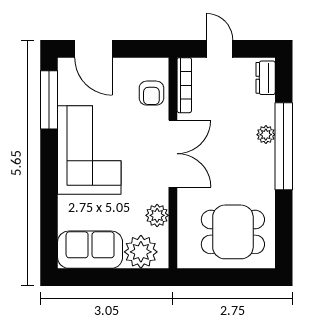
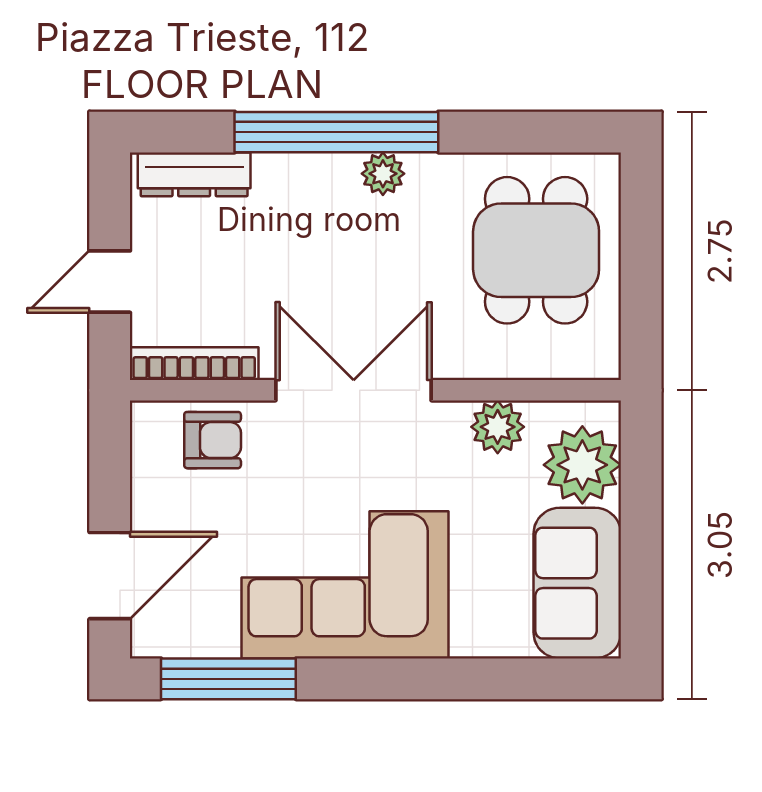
dresser: (266, 78) -> (194, 174), width x1.44
plant: (266, 135) -> (383, 174), moved

